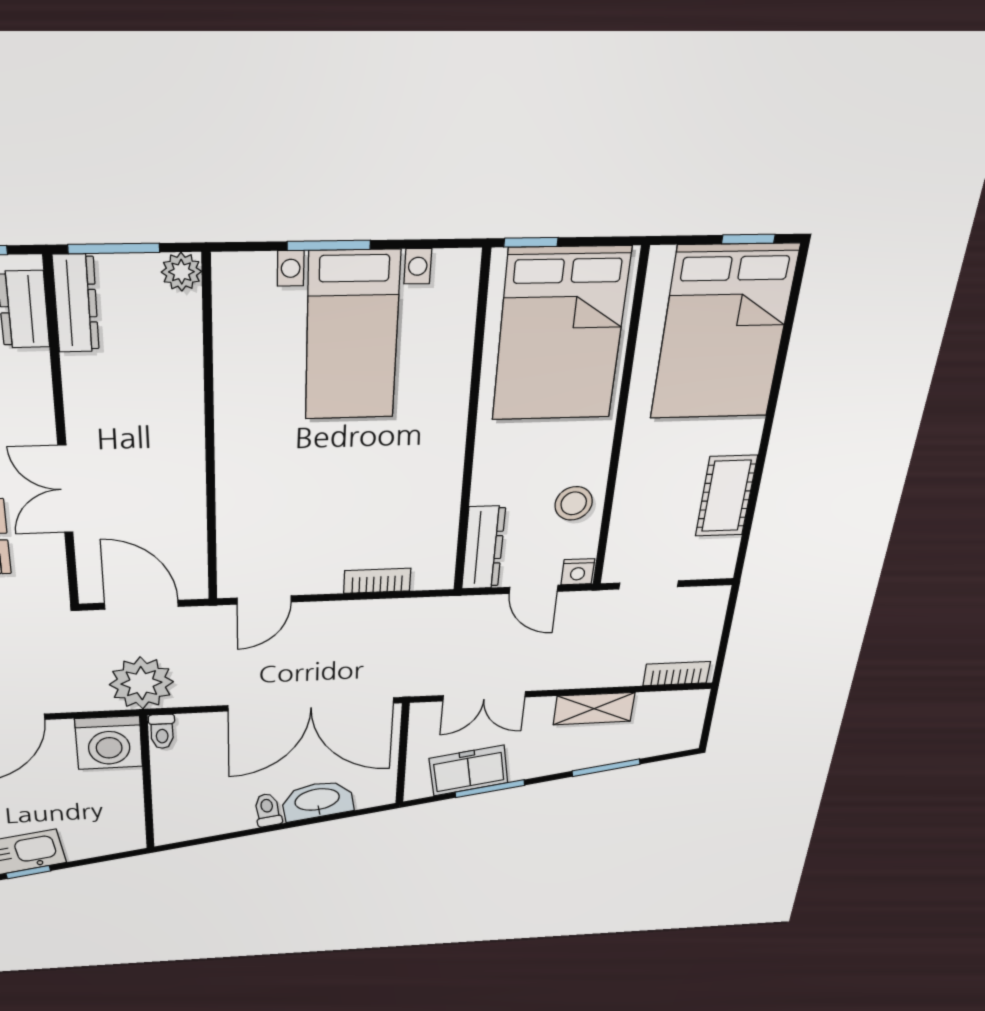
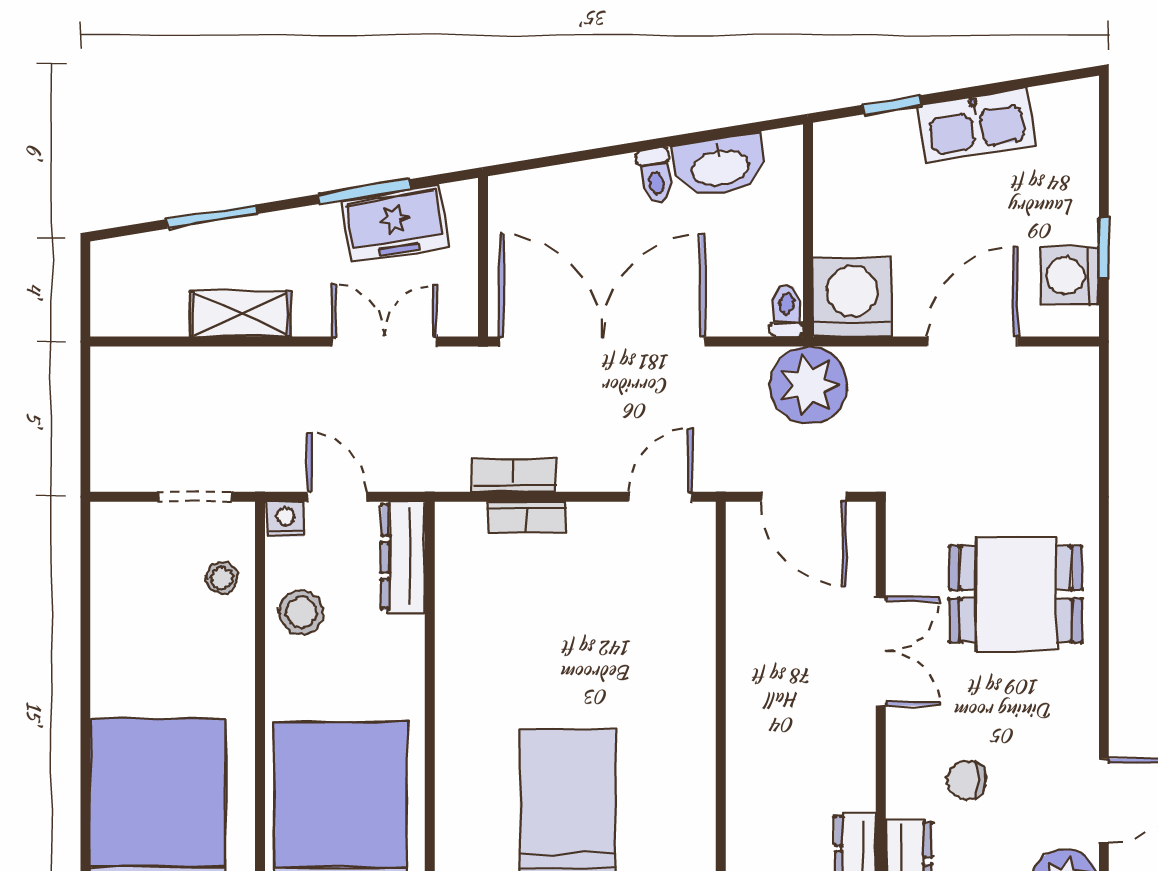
cot: (726, 496) -> (119, 615), removed
stool: (636, 527) -> (222, 578), added
bookcase: (677, 674) -> (514, 475), moved, turned 180
washbasin: (317, 800) -> (720, 166), moved
window: (28, 872) -> (892, 105), moved

